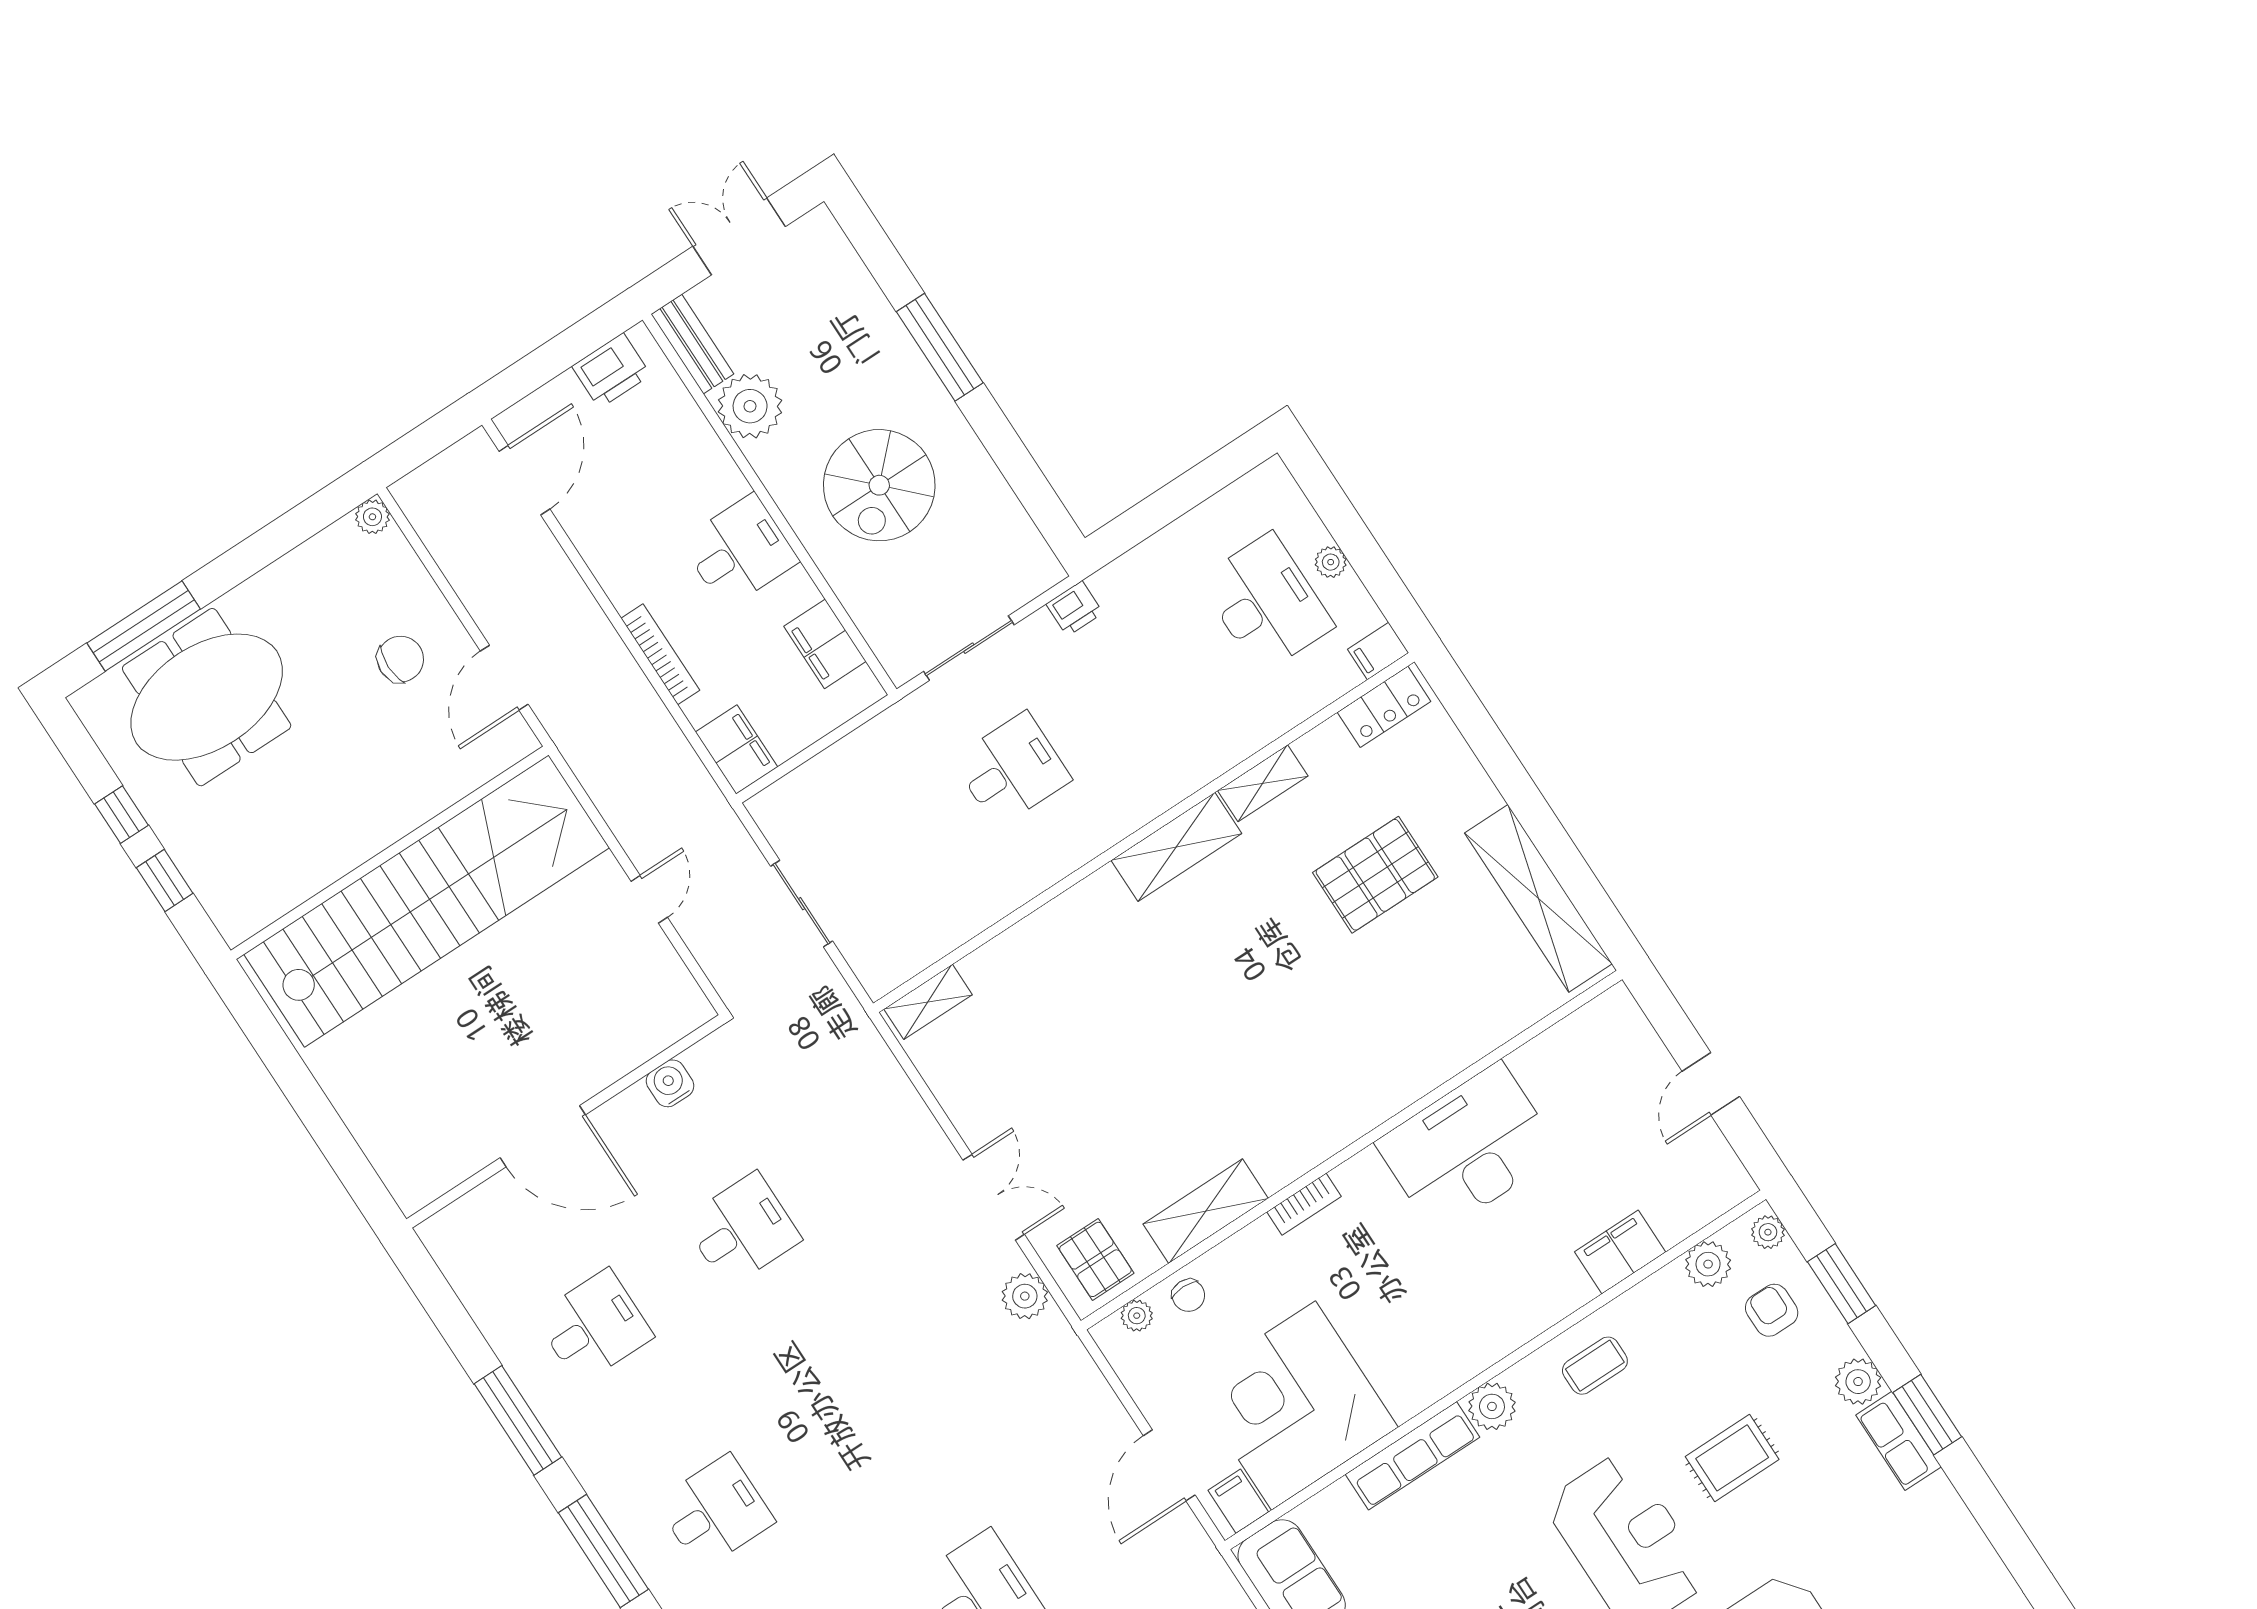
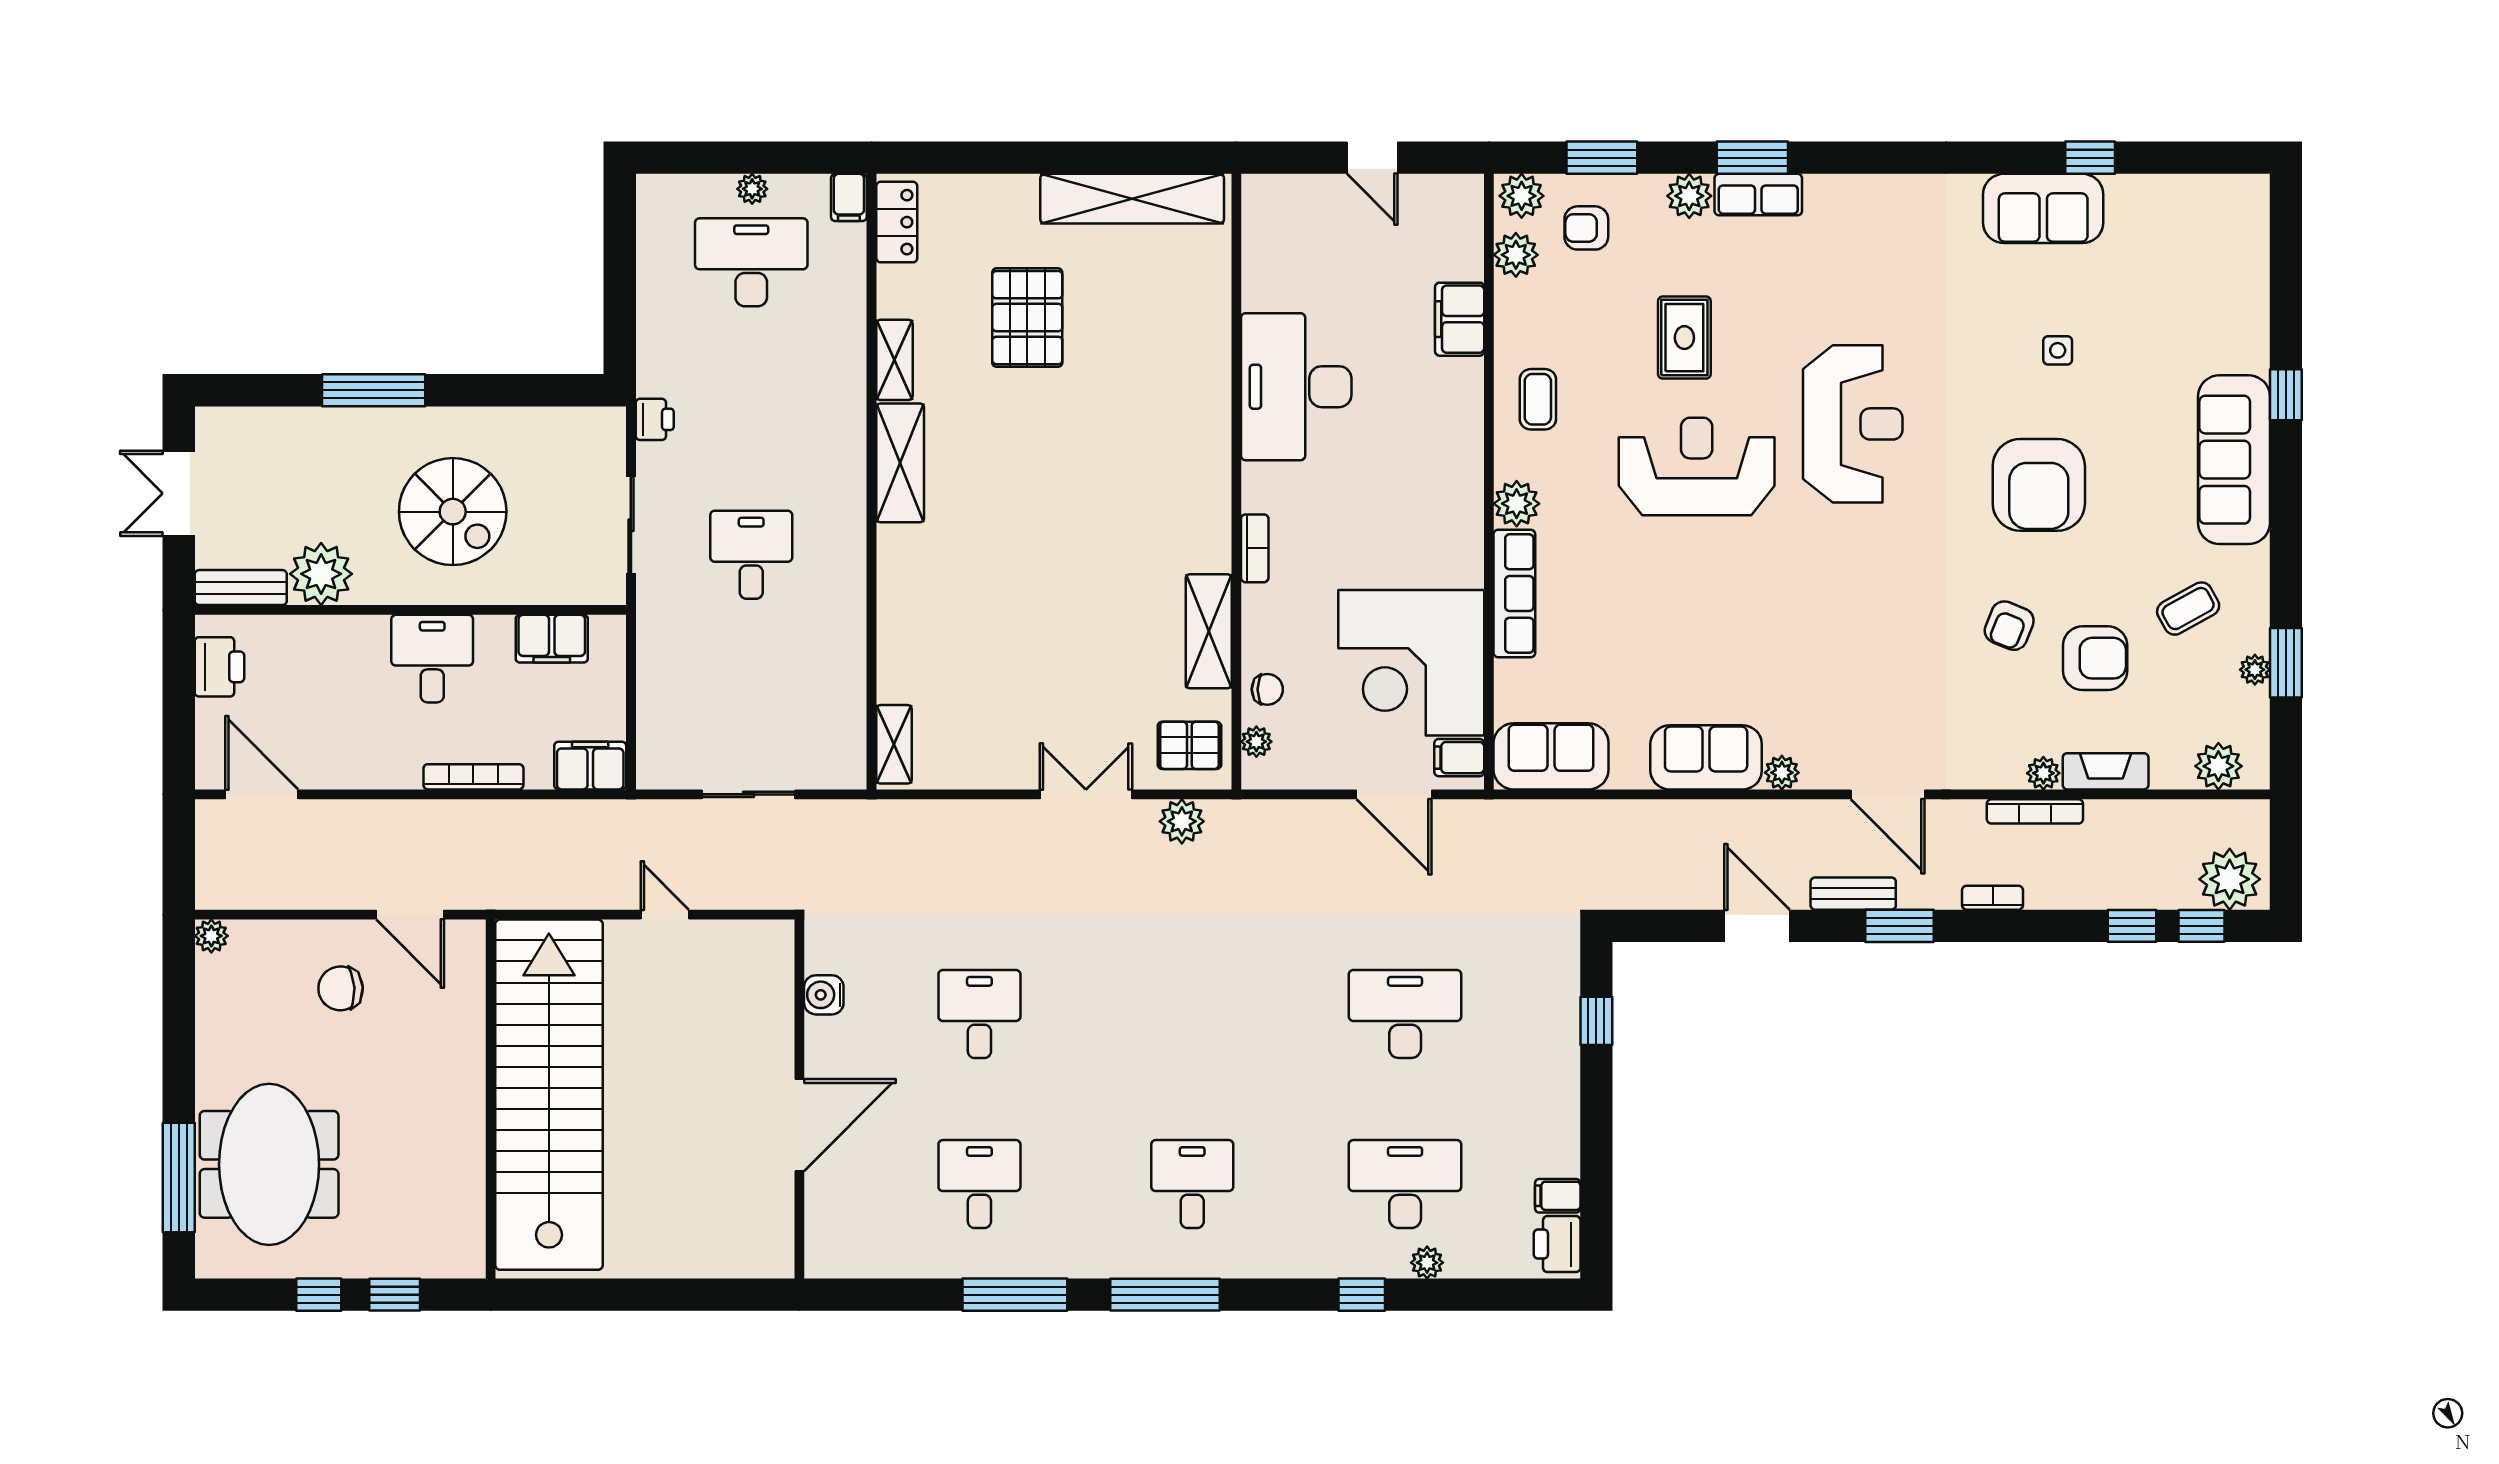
chair: (400, 659) -> (341, 988), turned -93
plant: (1768, 1232) -> (1522, 196), width x1.38, depth x1.38

